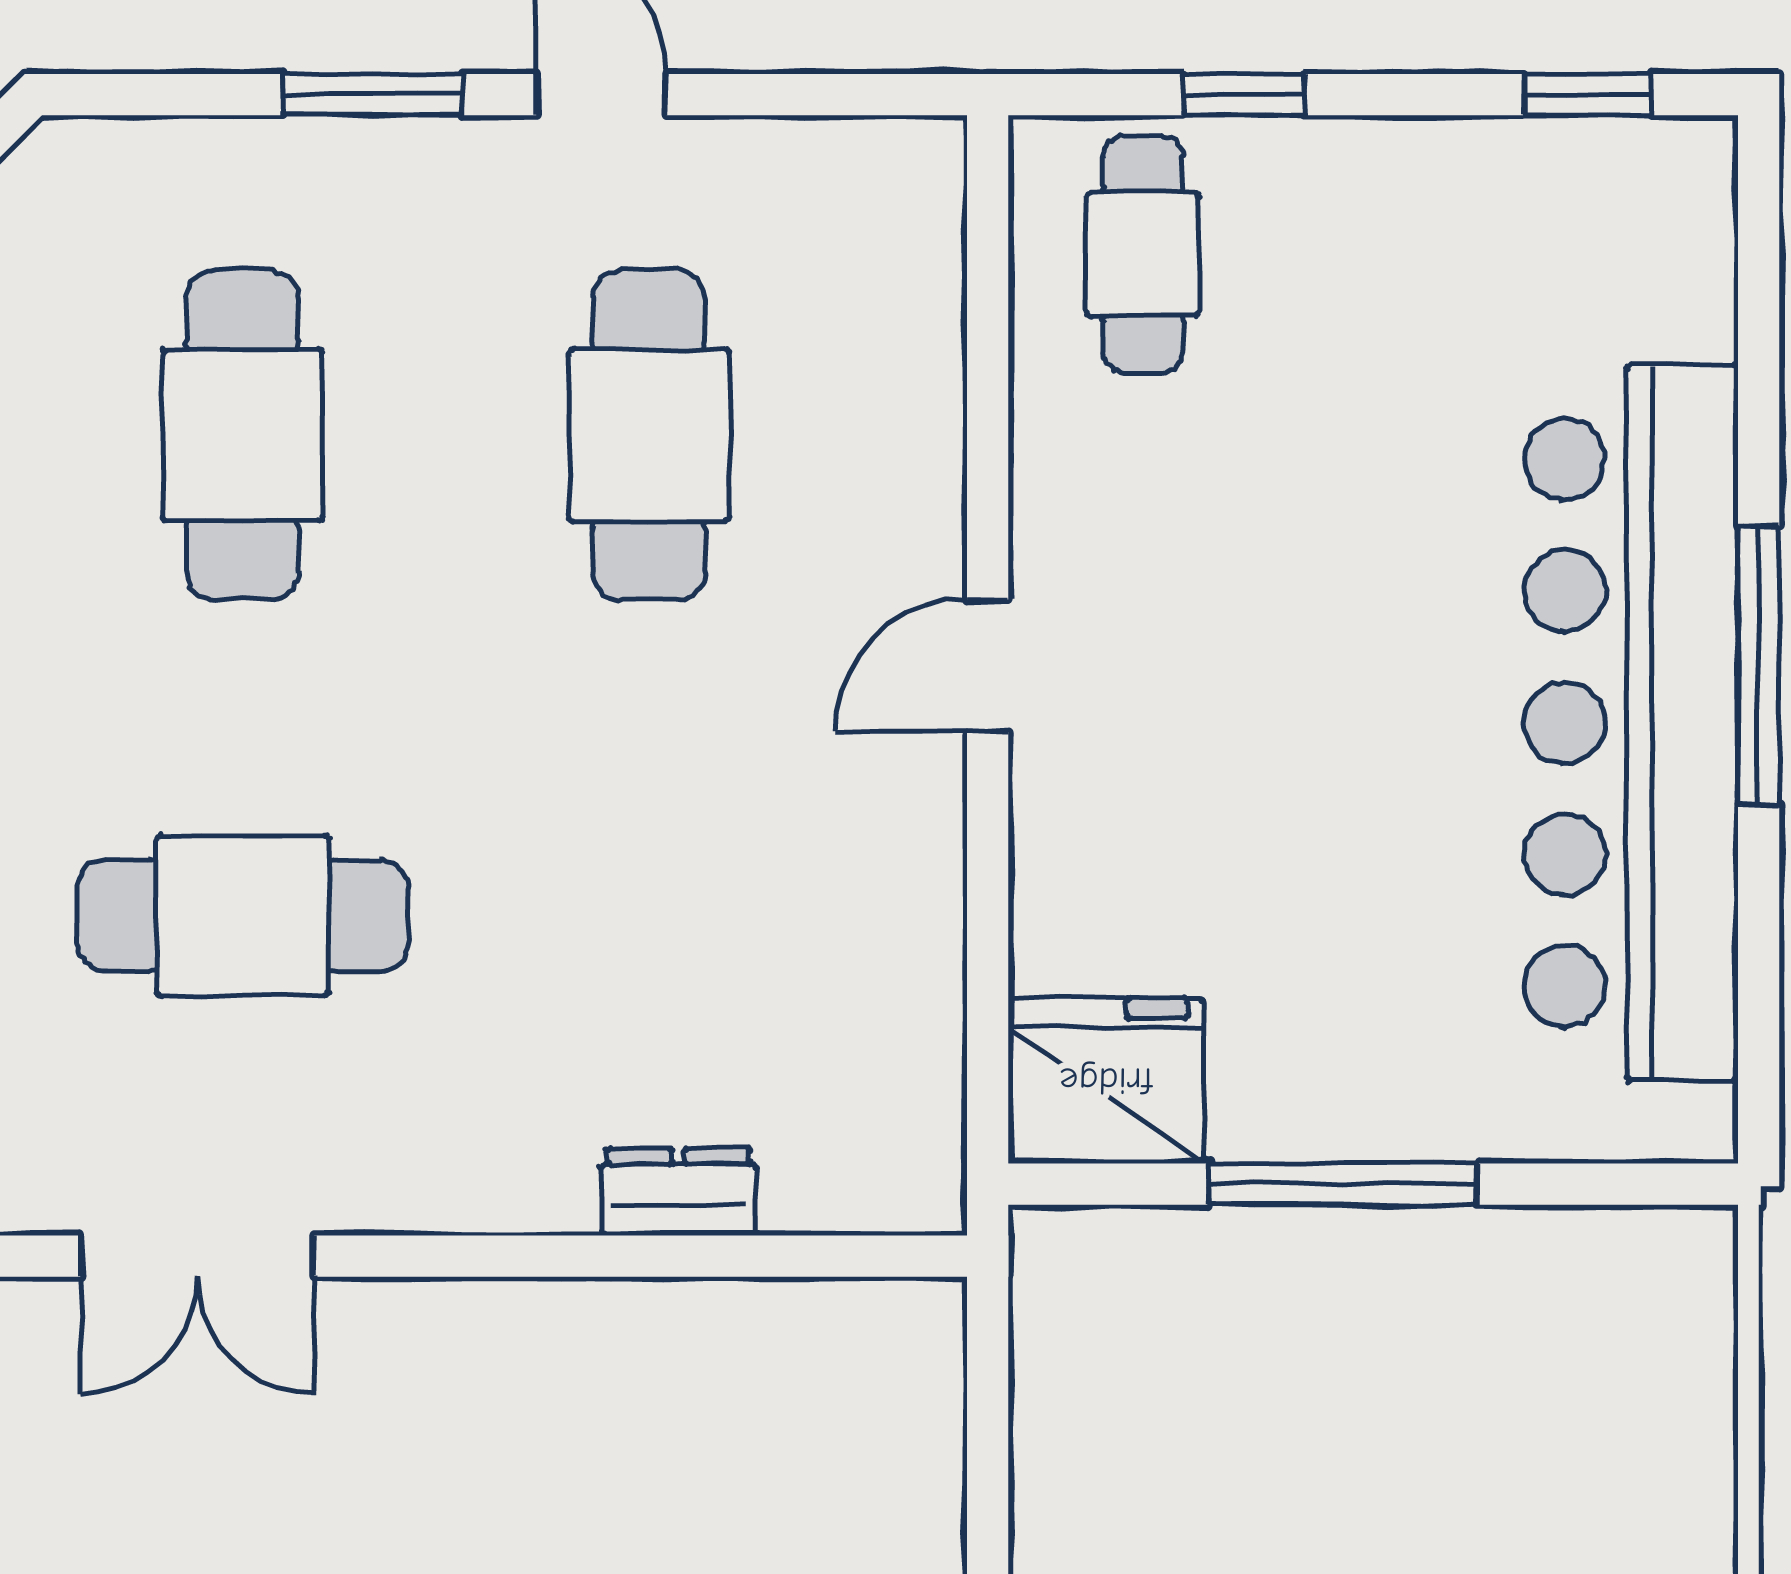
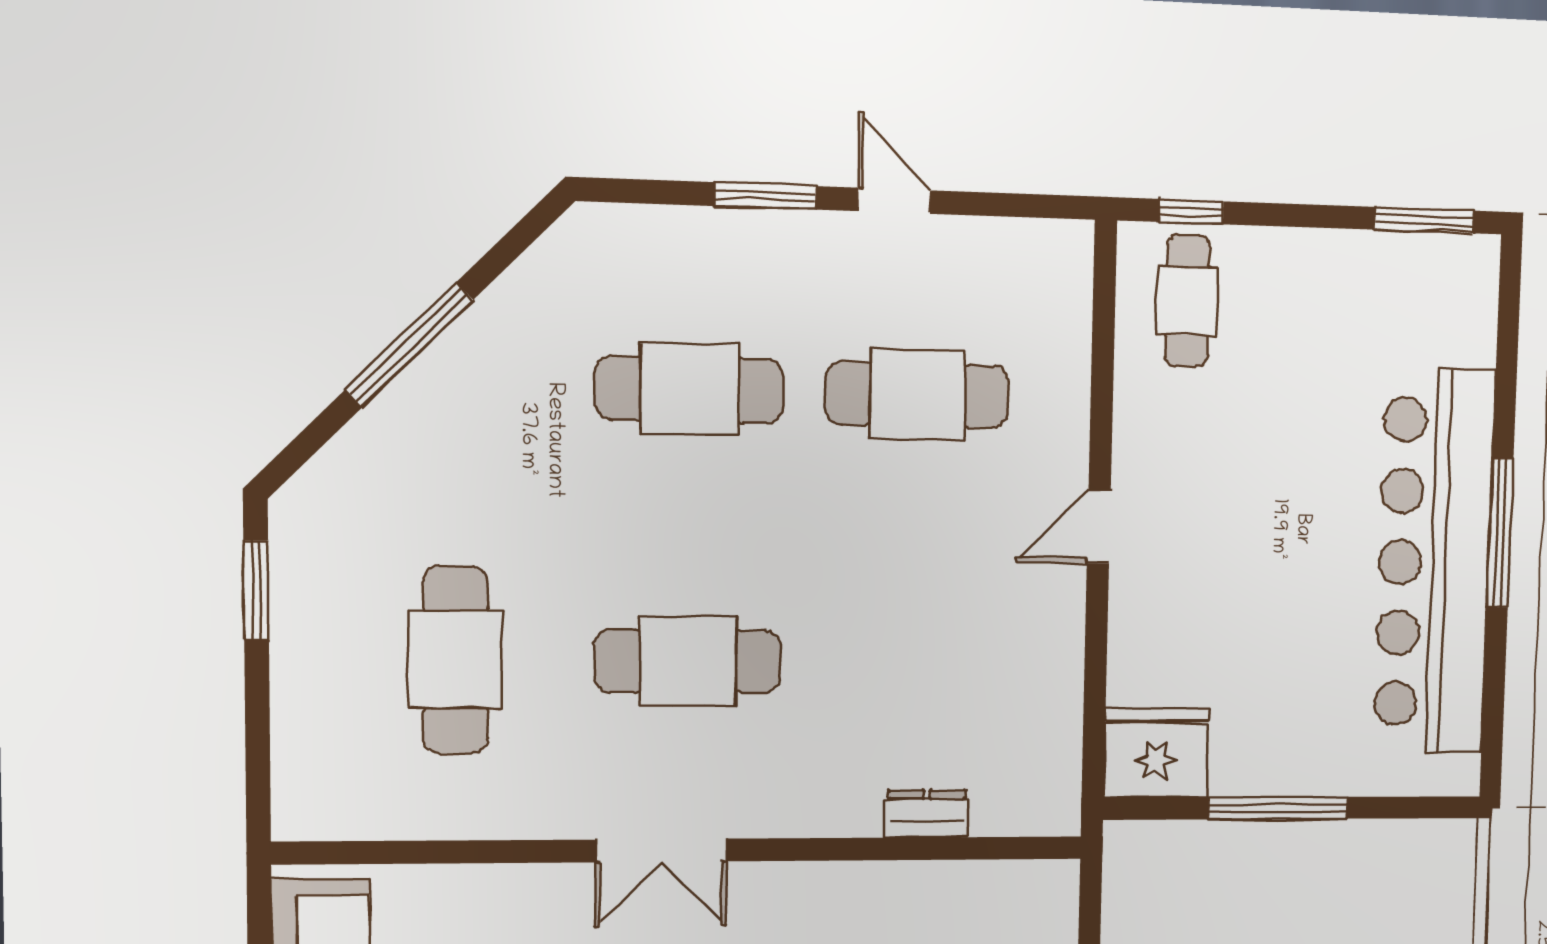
window: (1244, 95) -> (1191, 212), moved
window: (1588, 95) -> (1424, 220), width x1.50
cafe table: (242, 435) -> (690, 389), turned 90
cafe table: (649, 435) -> (917, 395), turned 90

